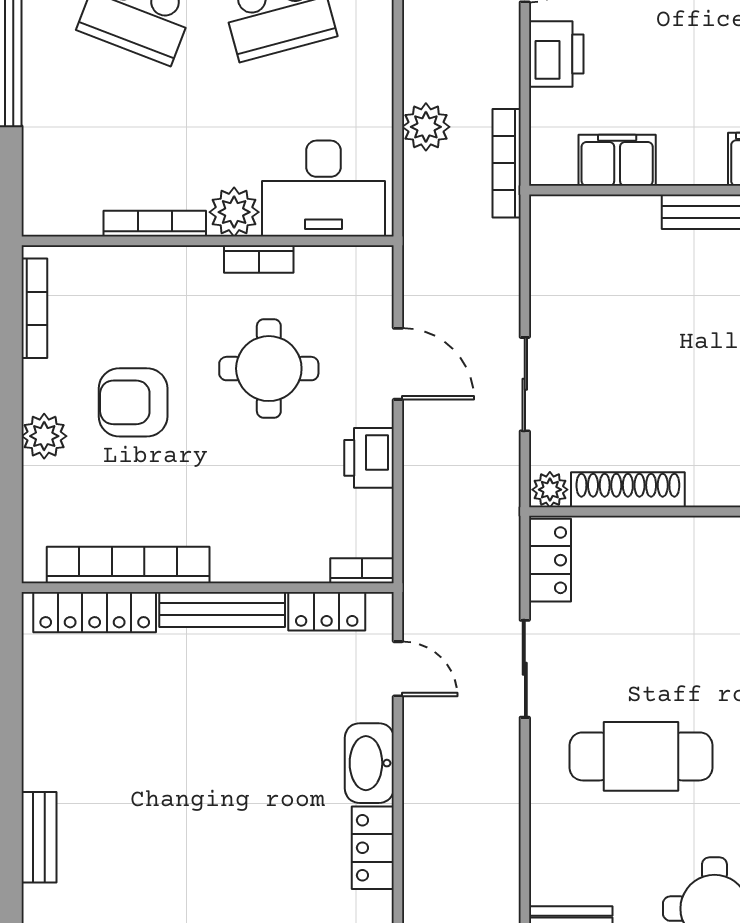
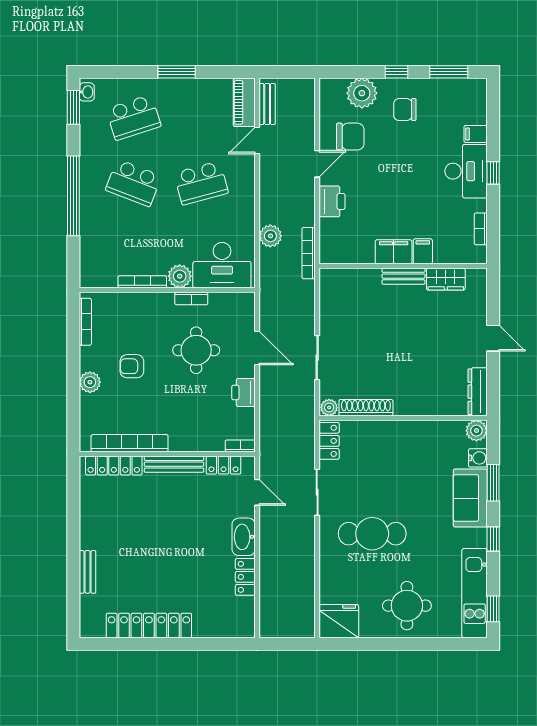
filing cabinet: (617, 160) -> (394, 252), moved
armchair: (133, 402) -> (132, 366), width x0.72, depth x0.72

